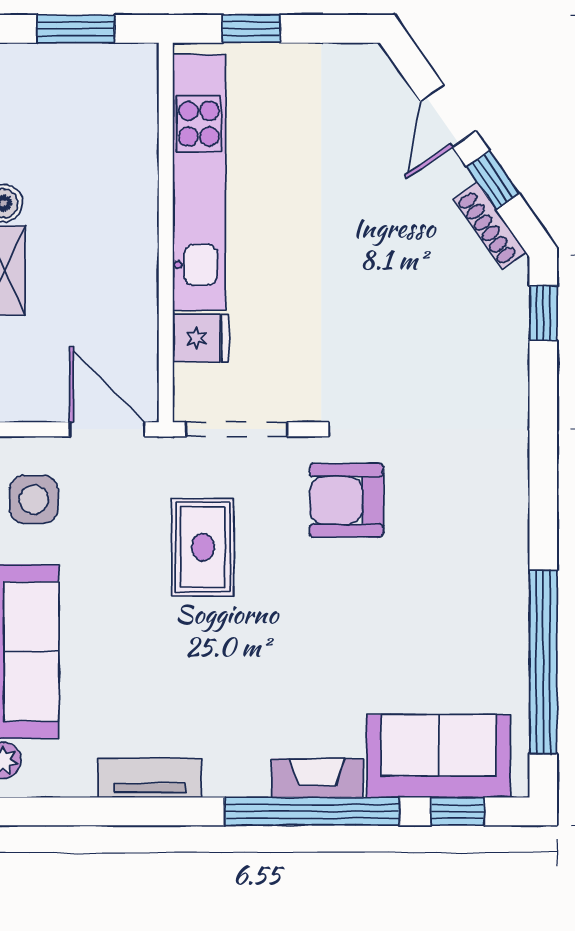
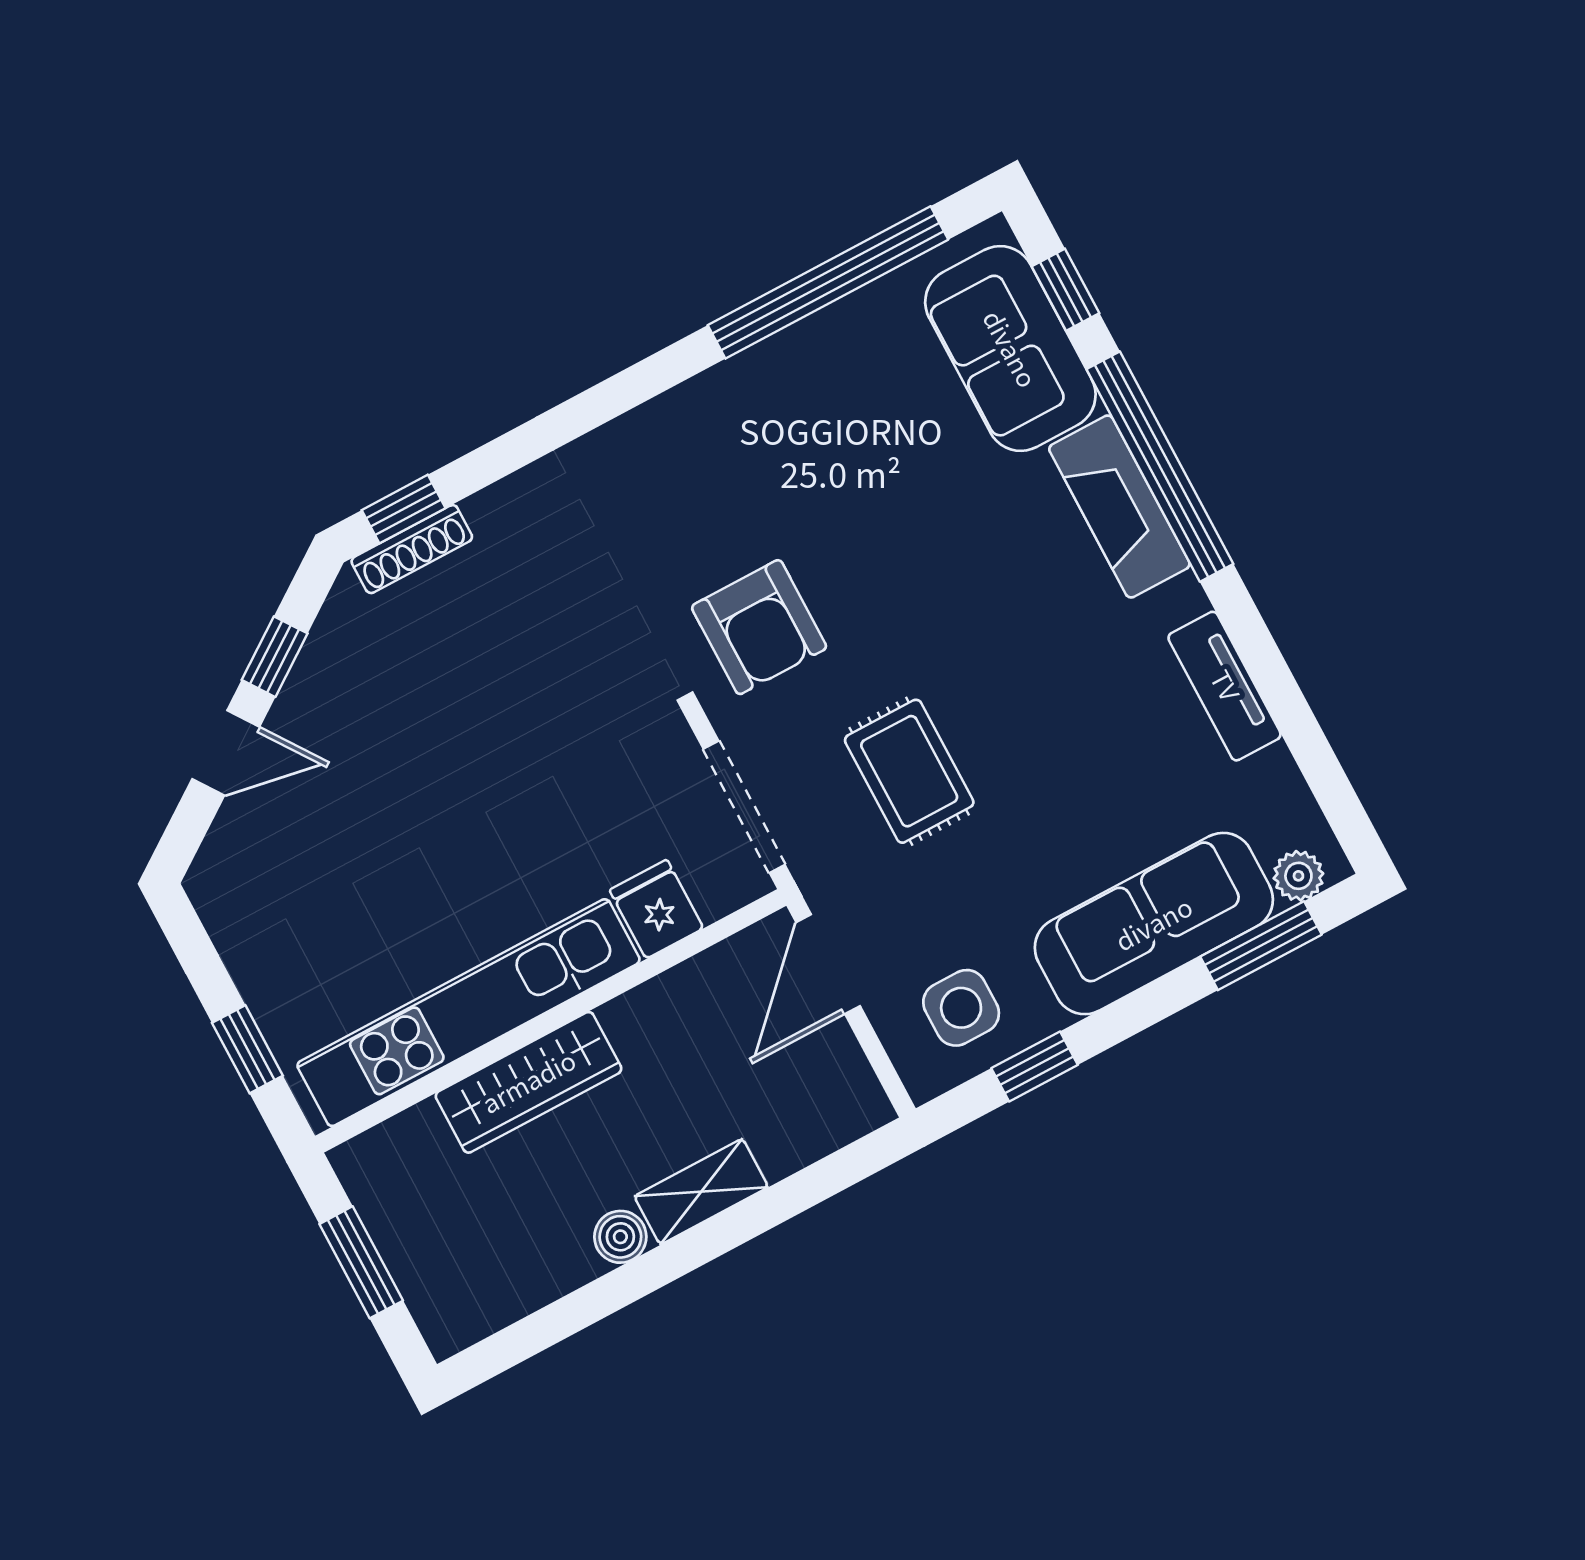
wardrobe: (134, 197) -> (529, 1082), added
shoe rack: (490, 226) -> (412, 549), moved, turned 35
rug: (203, 547) -> (909, 771), turned 90
fireplace: (317, 778) -> (1119, 507), width x1.37, depth x1.32

